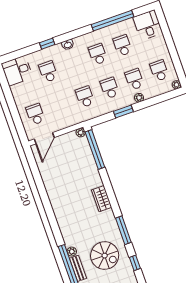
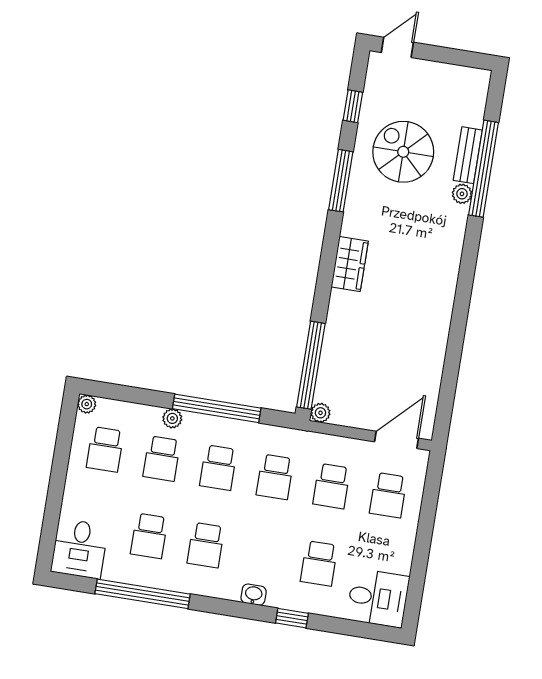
school desk: (60, 105) -> (332, 486), added
window: (123, 112) -> (217, 408), width x2.11

